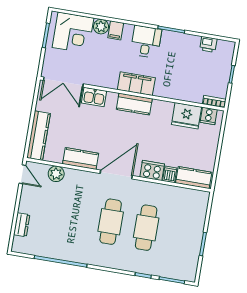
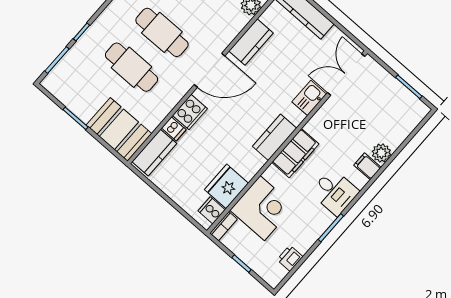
corner desk: (73, 33) -> (262, 208), moved, turned 180
door: (116, 175) -> (210, 70), hinge flipped
booth: (193, 211) -> (119, 129), added

